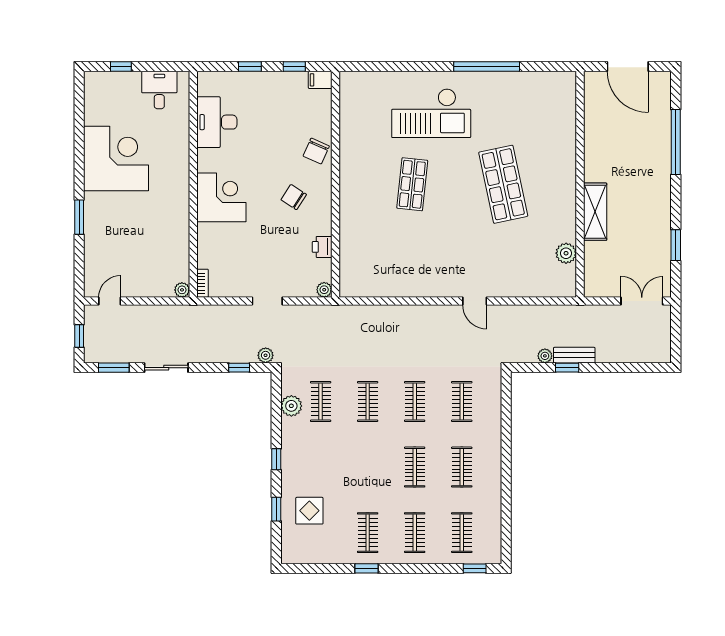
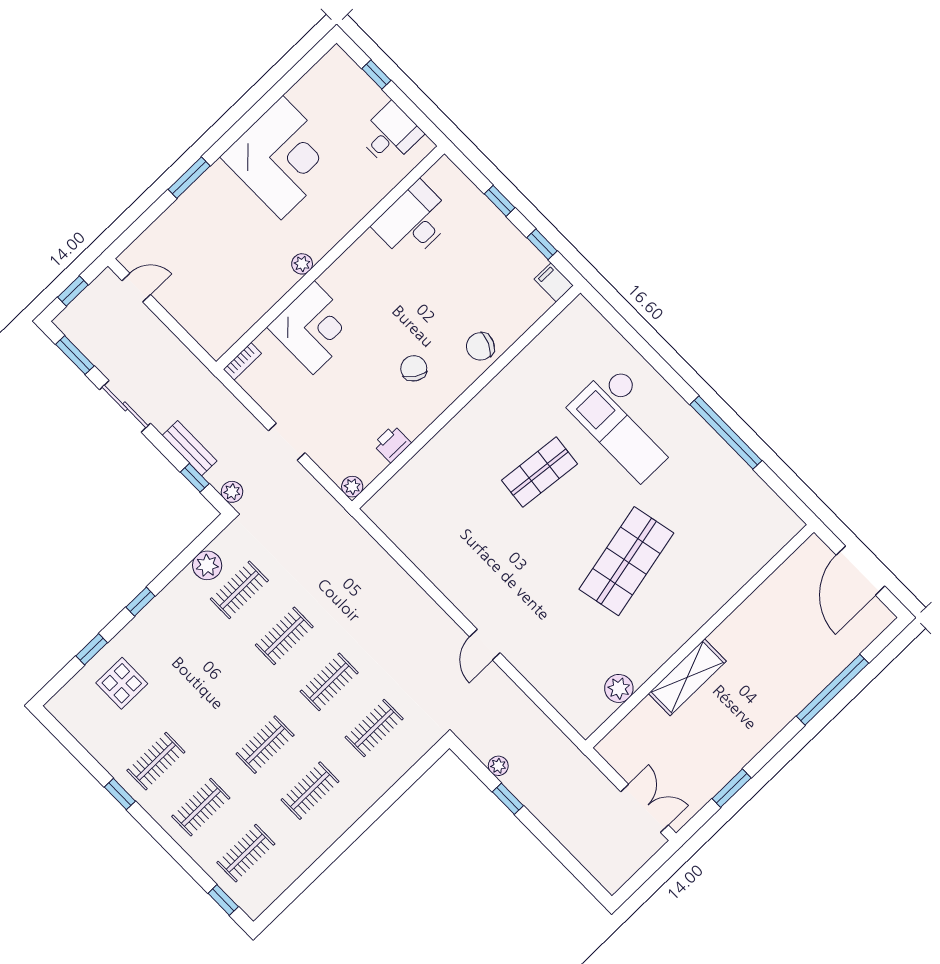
corner desk: (221, 197) -> (314, 328), moved
plant: (182, 290) -> (302, 264), moved
bench: (574, 355) -> (190, 448), moved

